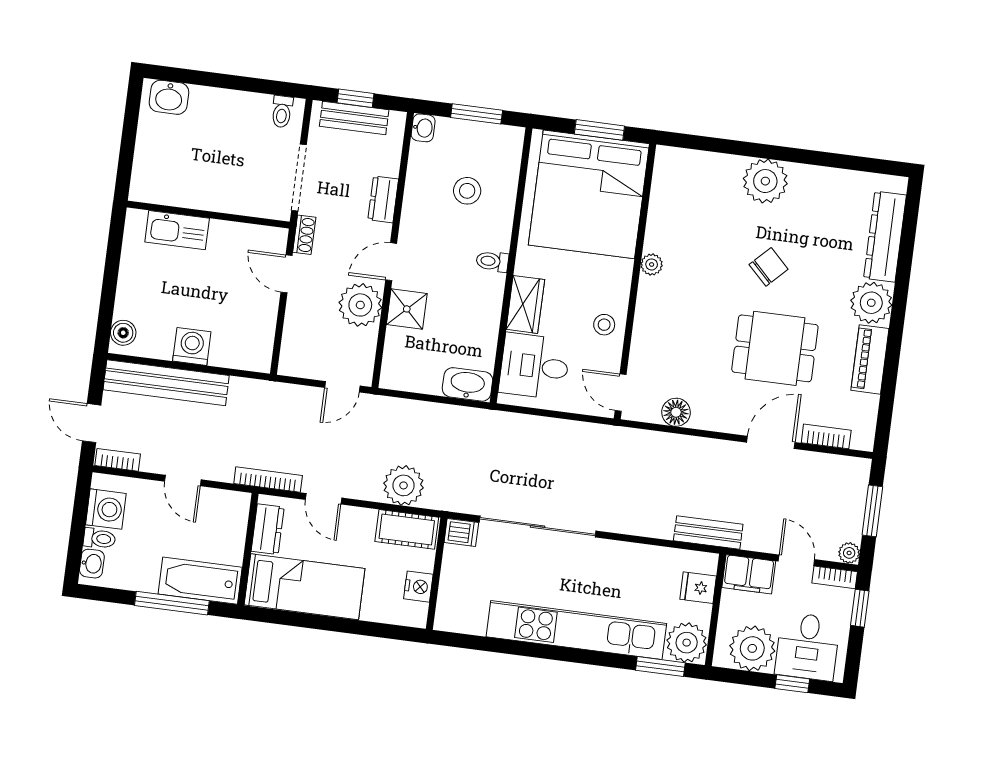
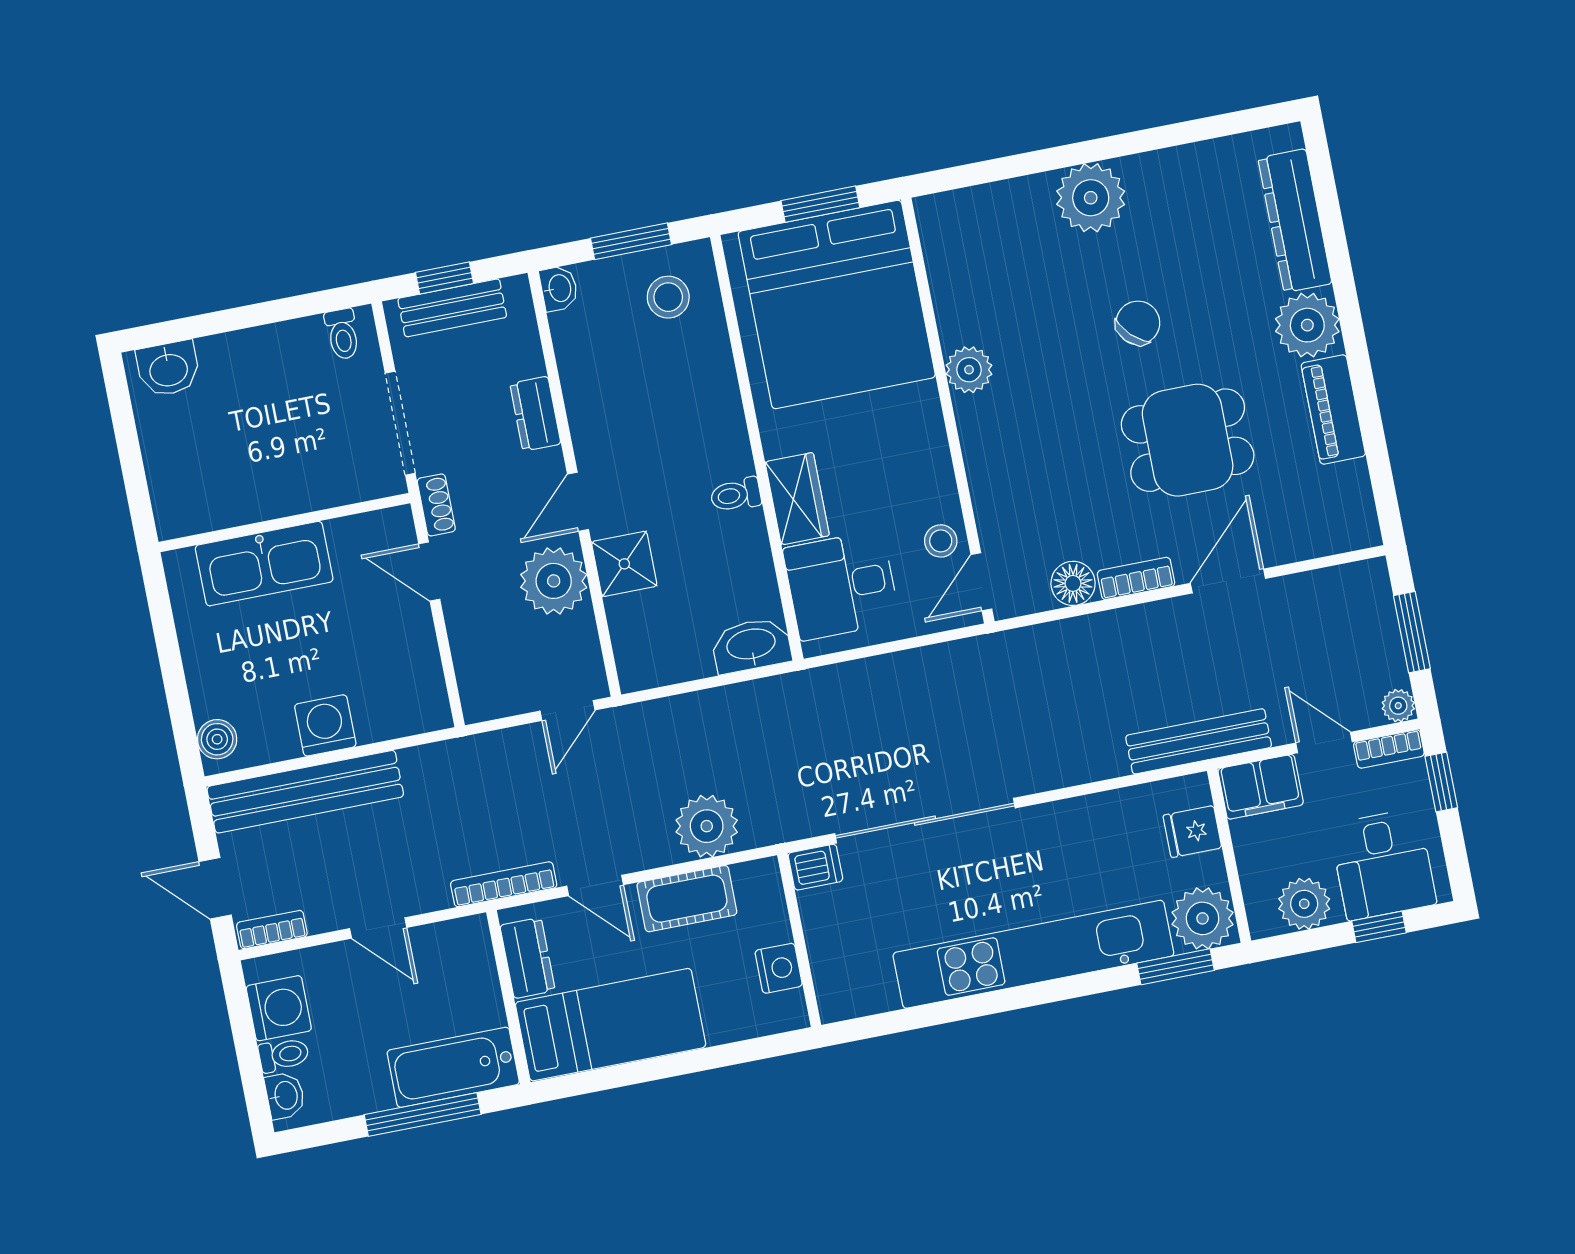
stool: (467, 191) -> (668, 297), moved
kitchen sink: (177, 230) -> (264, 564), width x1.36, depth x1.24
toilet: (492, 261) -> (736, 495), moved
plant: (652, 264) -> (969, 370), width x1.38, depth x1.38
stool: (604, 325) -> (941, 541), moved
door: (621, 393) -> (981, 582), hinge flipped
bookcase: (826, 436) -> (1136, 578), moved
cot: (407, 529) -> (687, 899), moved
bench: (708, 532) -> (1199, 741), width x1.36
plant: (752, 648) -> (1304, 904), width x0.73, depth x0.73

